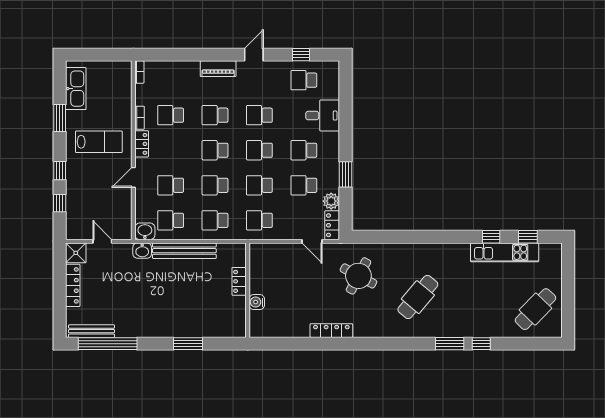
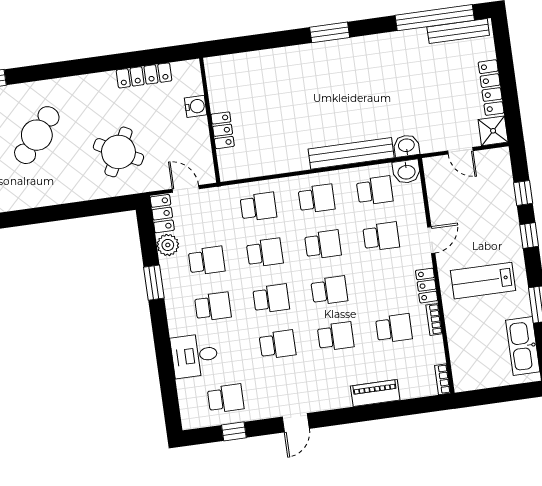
piano: (218, 69) -> (375, 393), moved
locker: (239, 281) -> (223, 130), moved
wall: (248, 290) -> (210, 120), moved
water cooler: (257, 302) -> (196, 106), moved

